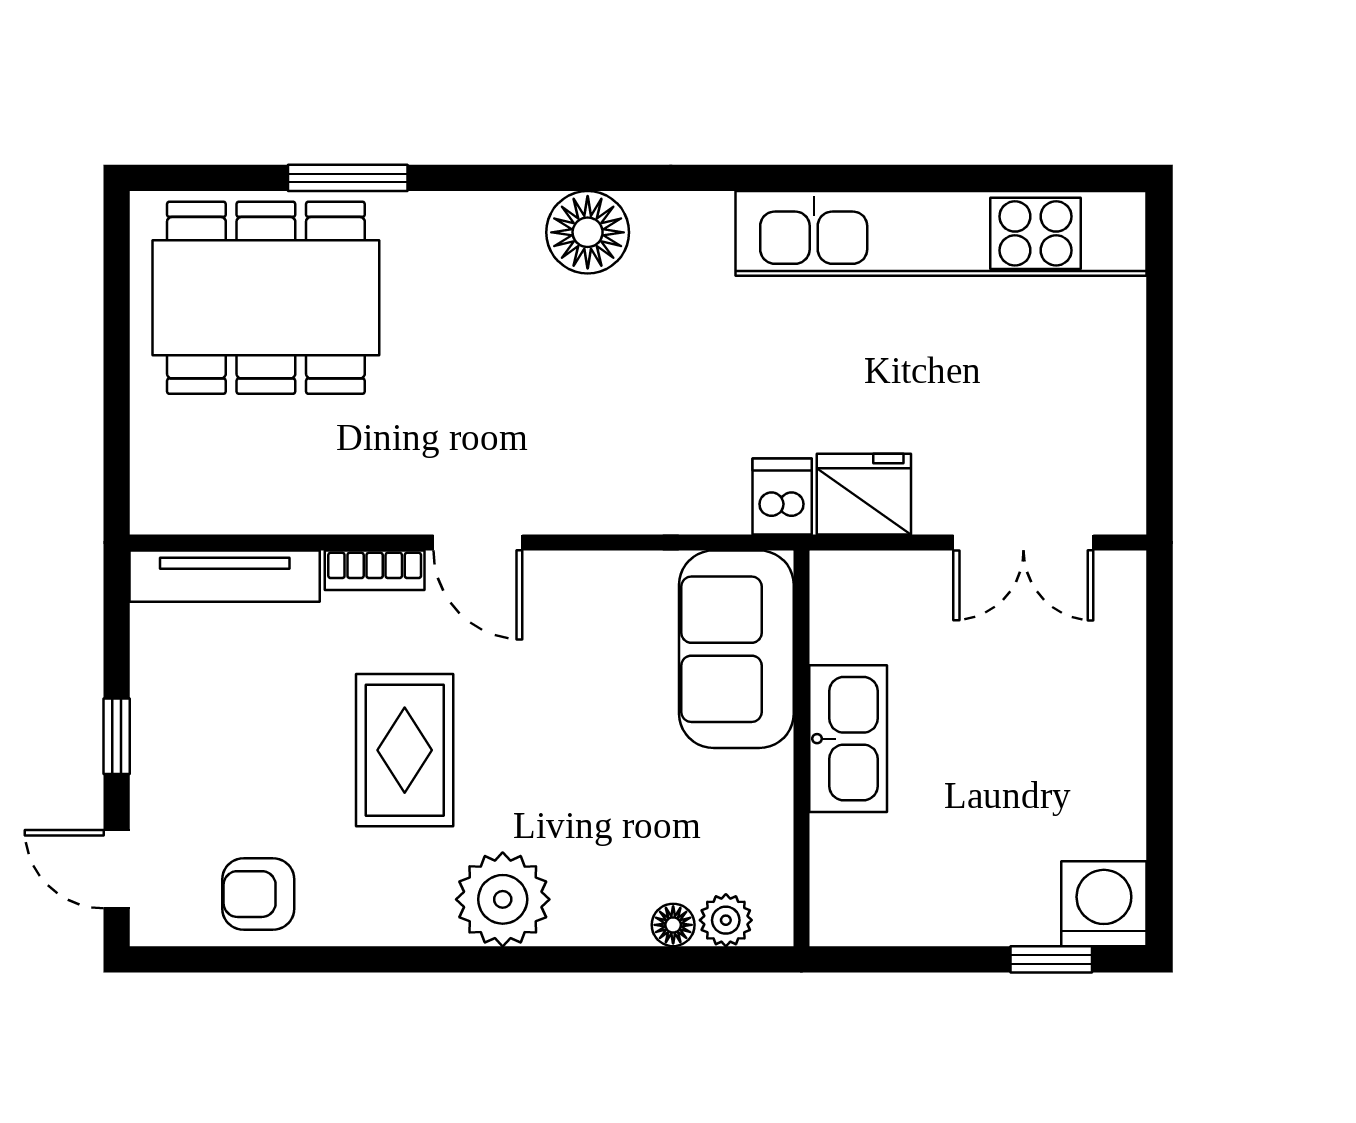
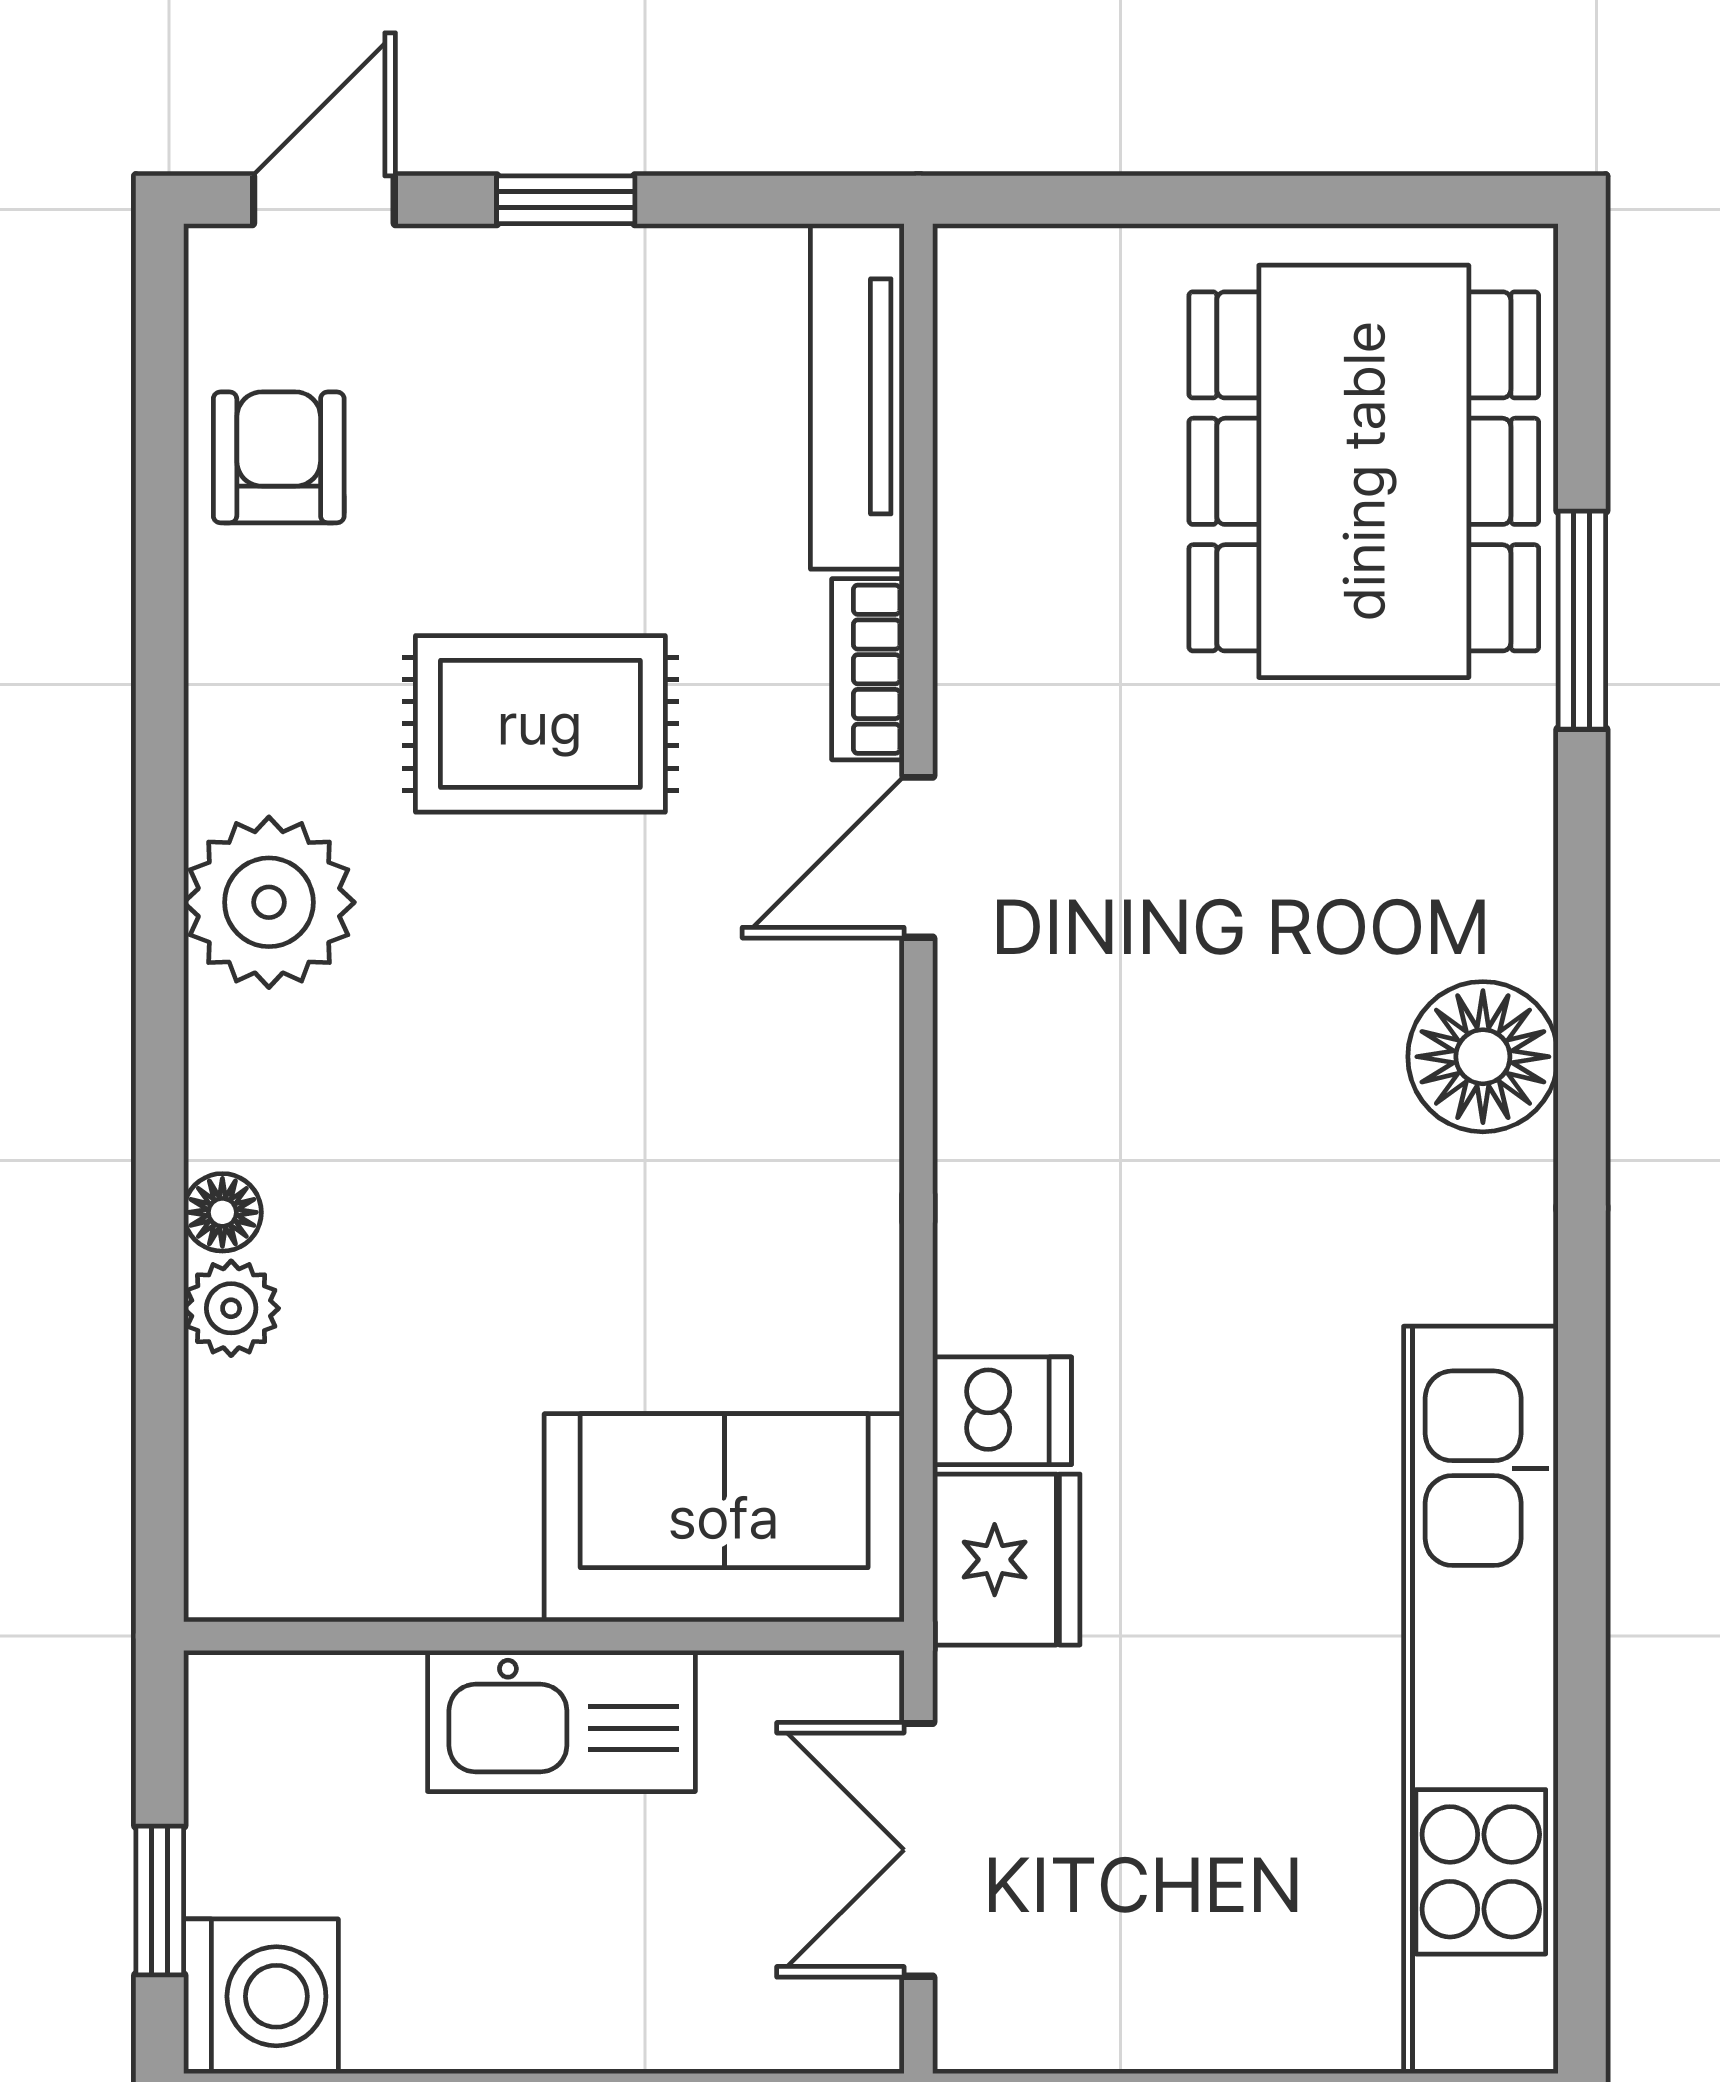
sofa: (736, 649) -> (724, 1518), moved
kitchen sink: (848, 739) -> (561, 1721), moved
wall: (801, 748) -> (544, 1636), moved

